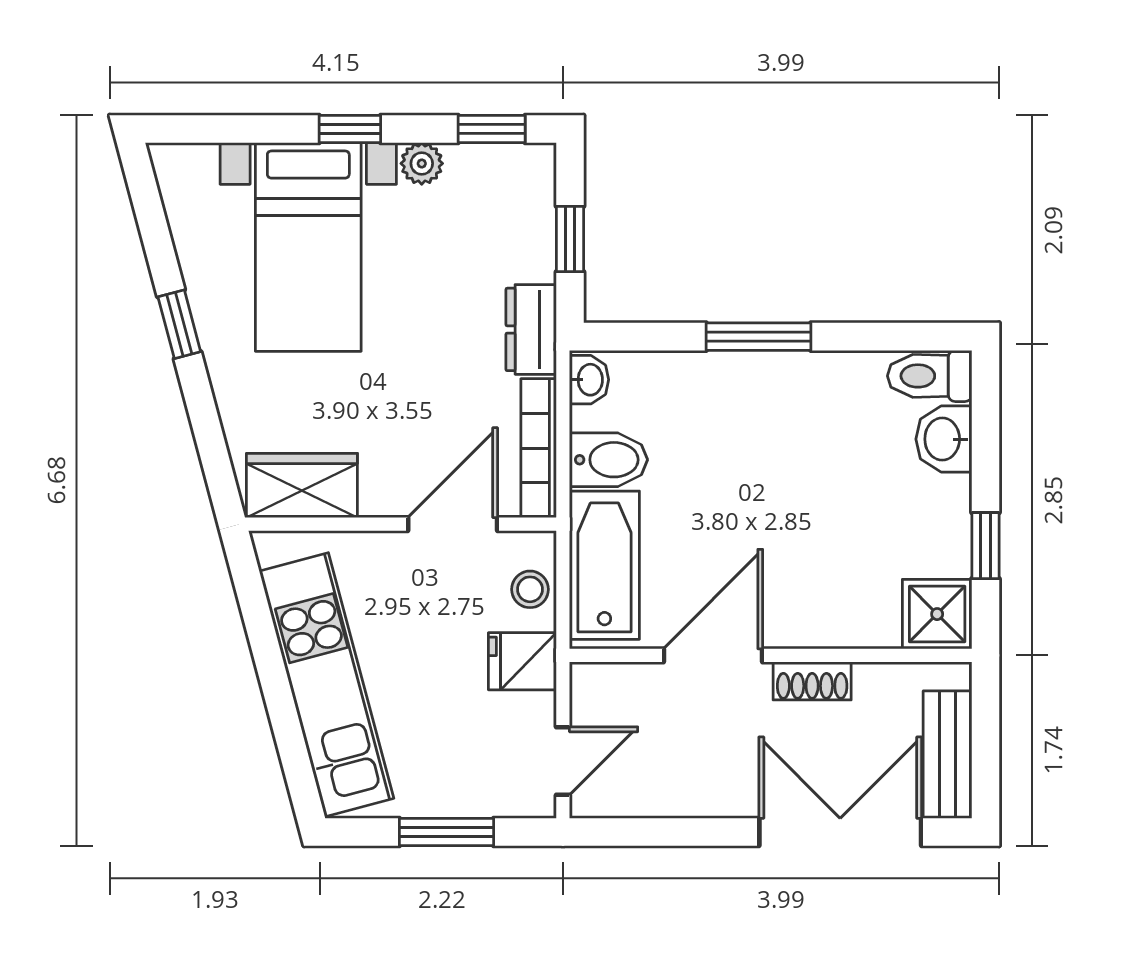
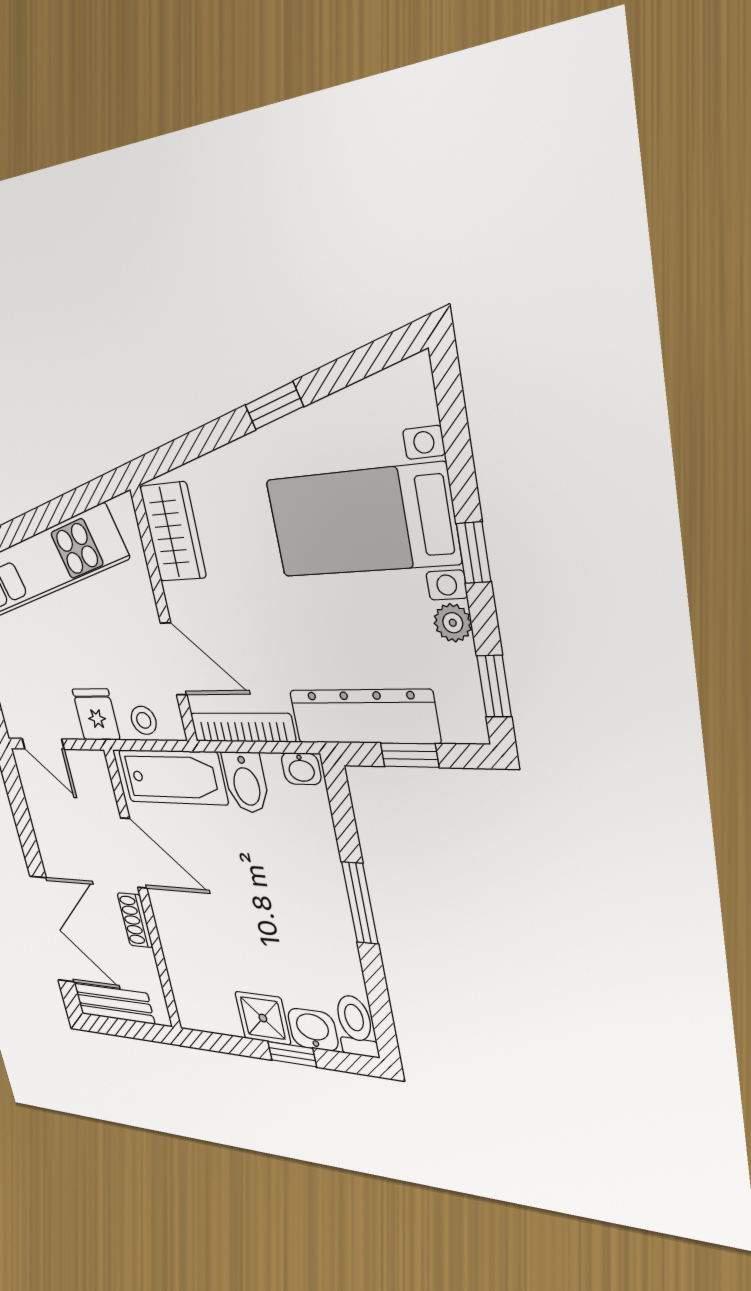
dresser: (531, 329) -> (364, 717), width x1.96, depth x1.24
window: (986, 546) -> (292, 1054), moved
shower: (937, 614) -> (263, 1018), moved

